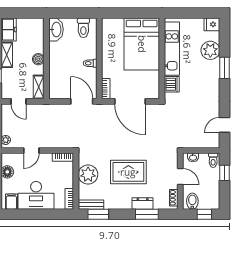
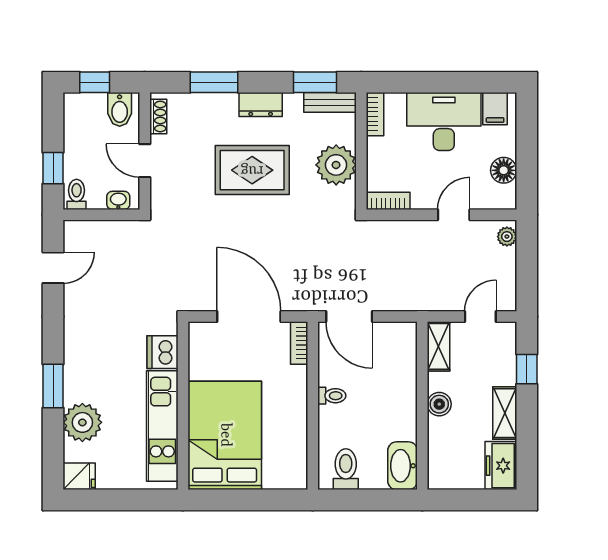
door: (18, 101) -> (480, 317), hinge flipped
dresser: (143, 204) -> (261, 105), moved

